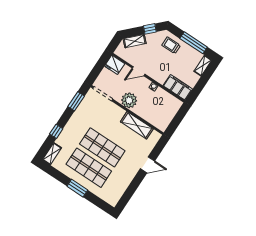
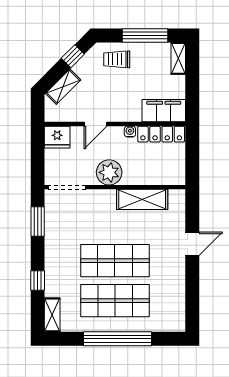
locker: (169, 98) -> (161, 134), added
window: (77, 188) -> (118, 339), width x2.11

